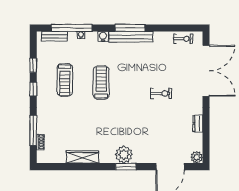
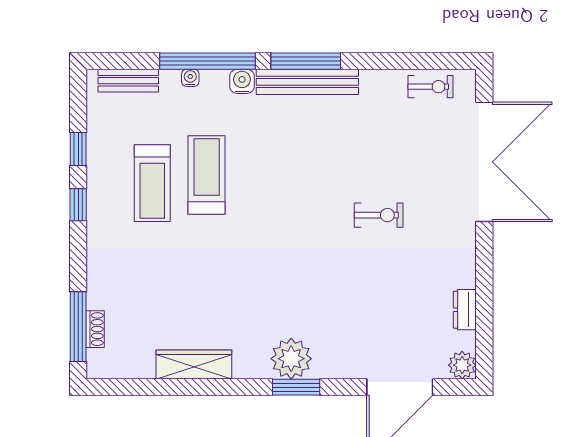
window: (72, 28) -> (208, 61), moved
treadmill: (101, 83) -> (207, 175), moved
dresser: (198, 124) -> (465, 310), moved
window: (33, 130) -> (78, 327), moved

